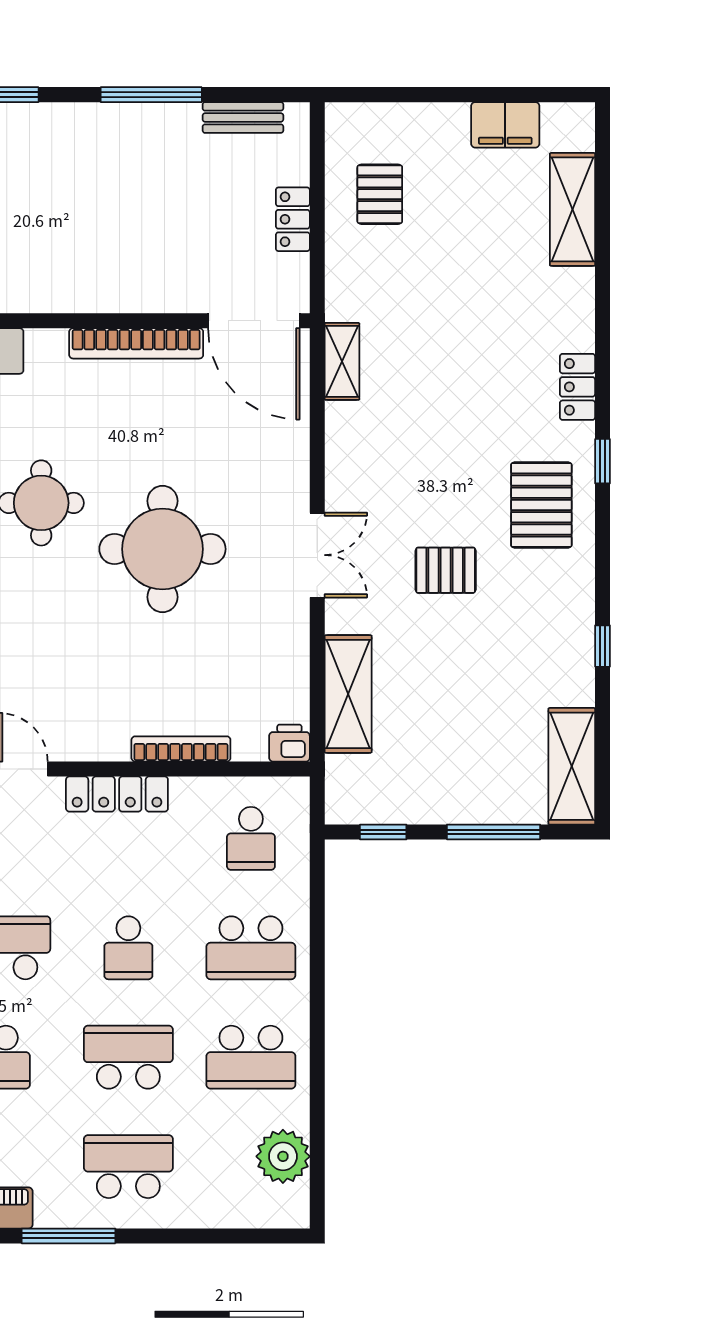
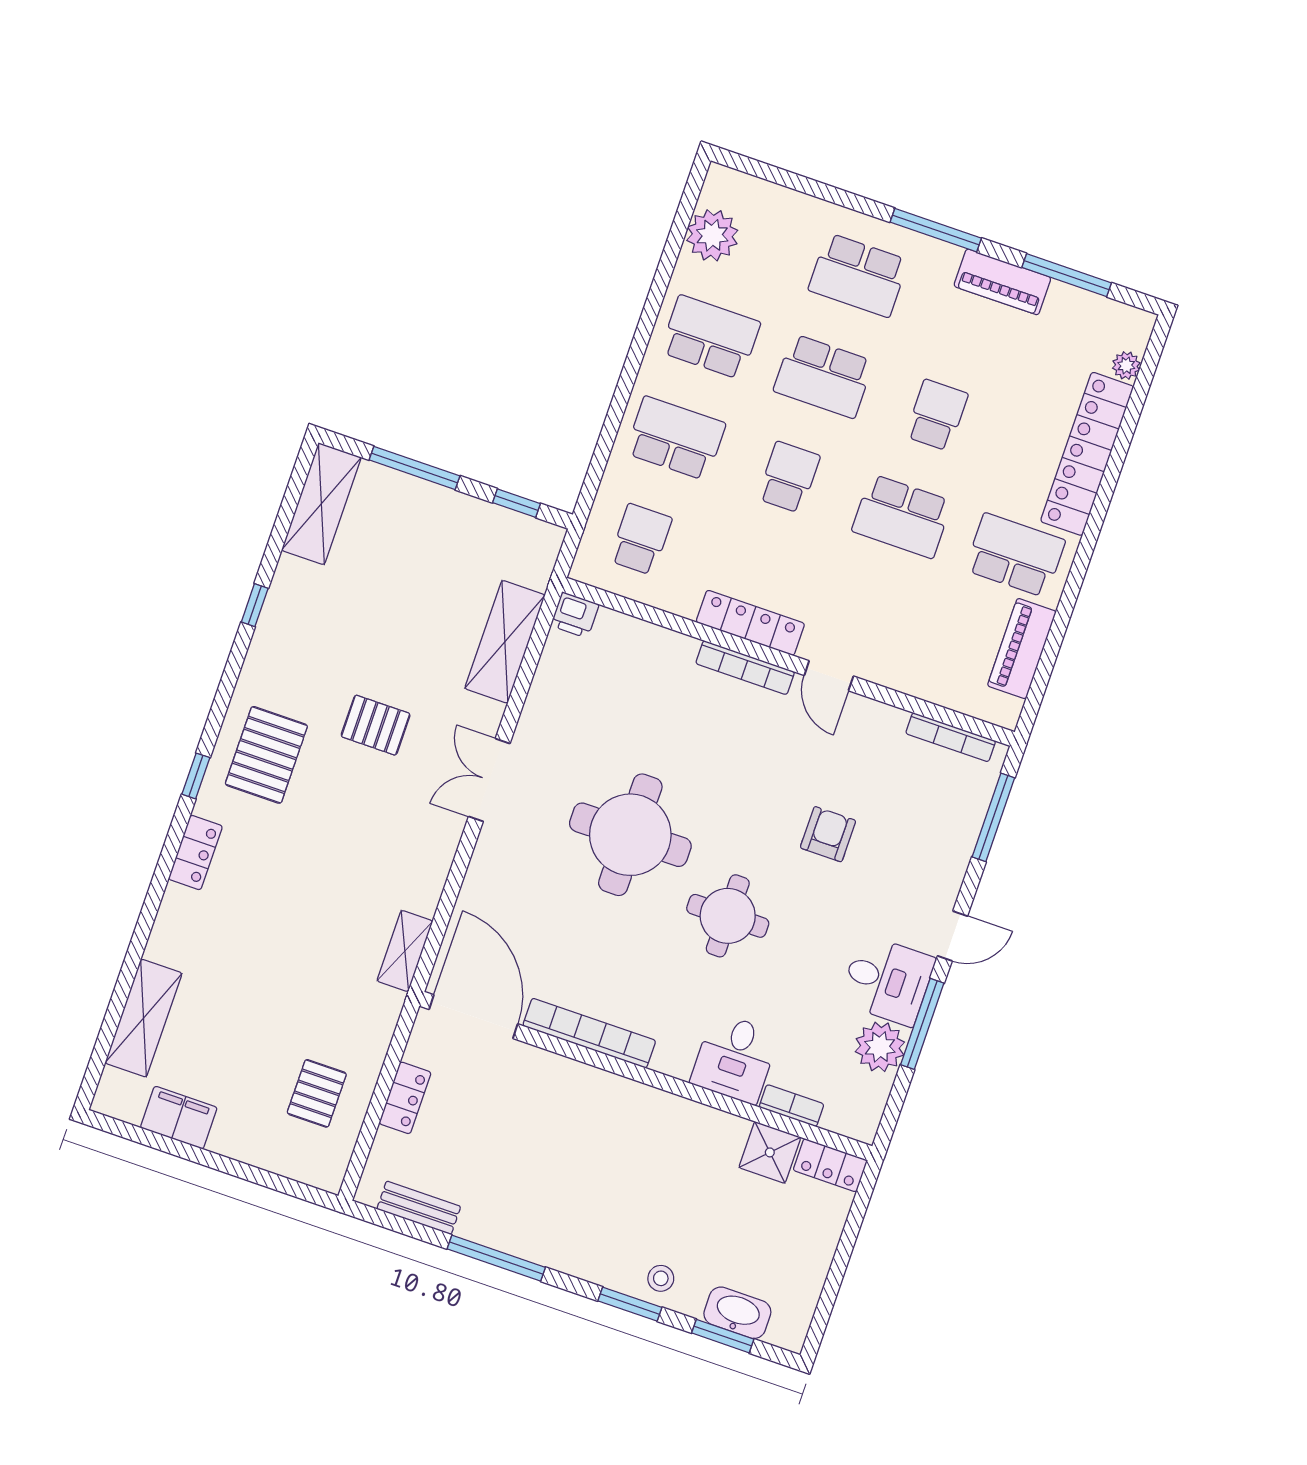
bookcase: (181, 749) -> (745, 668), moved

